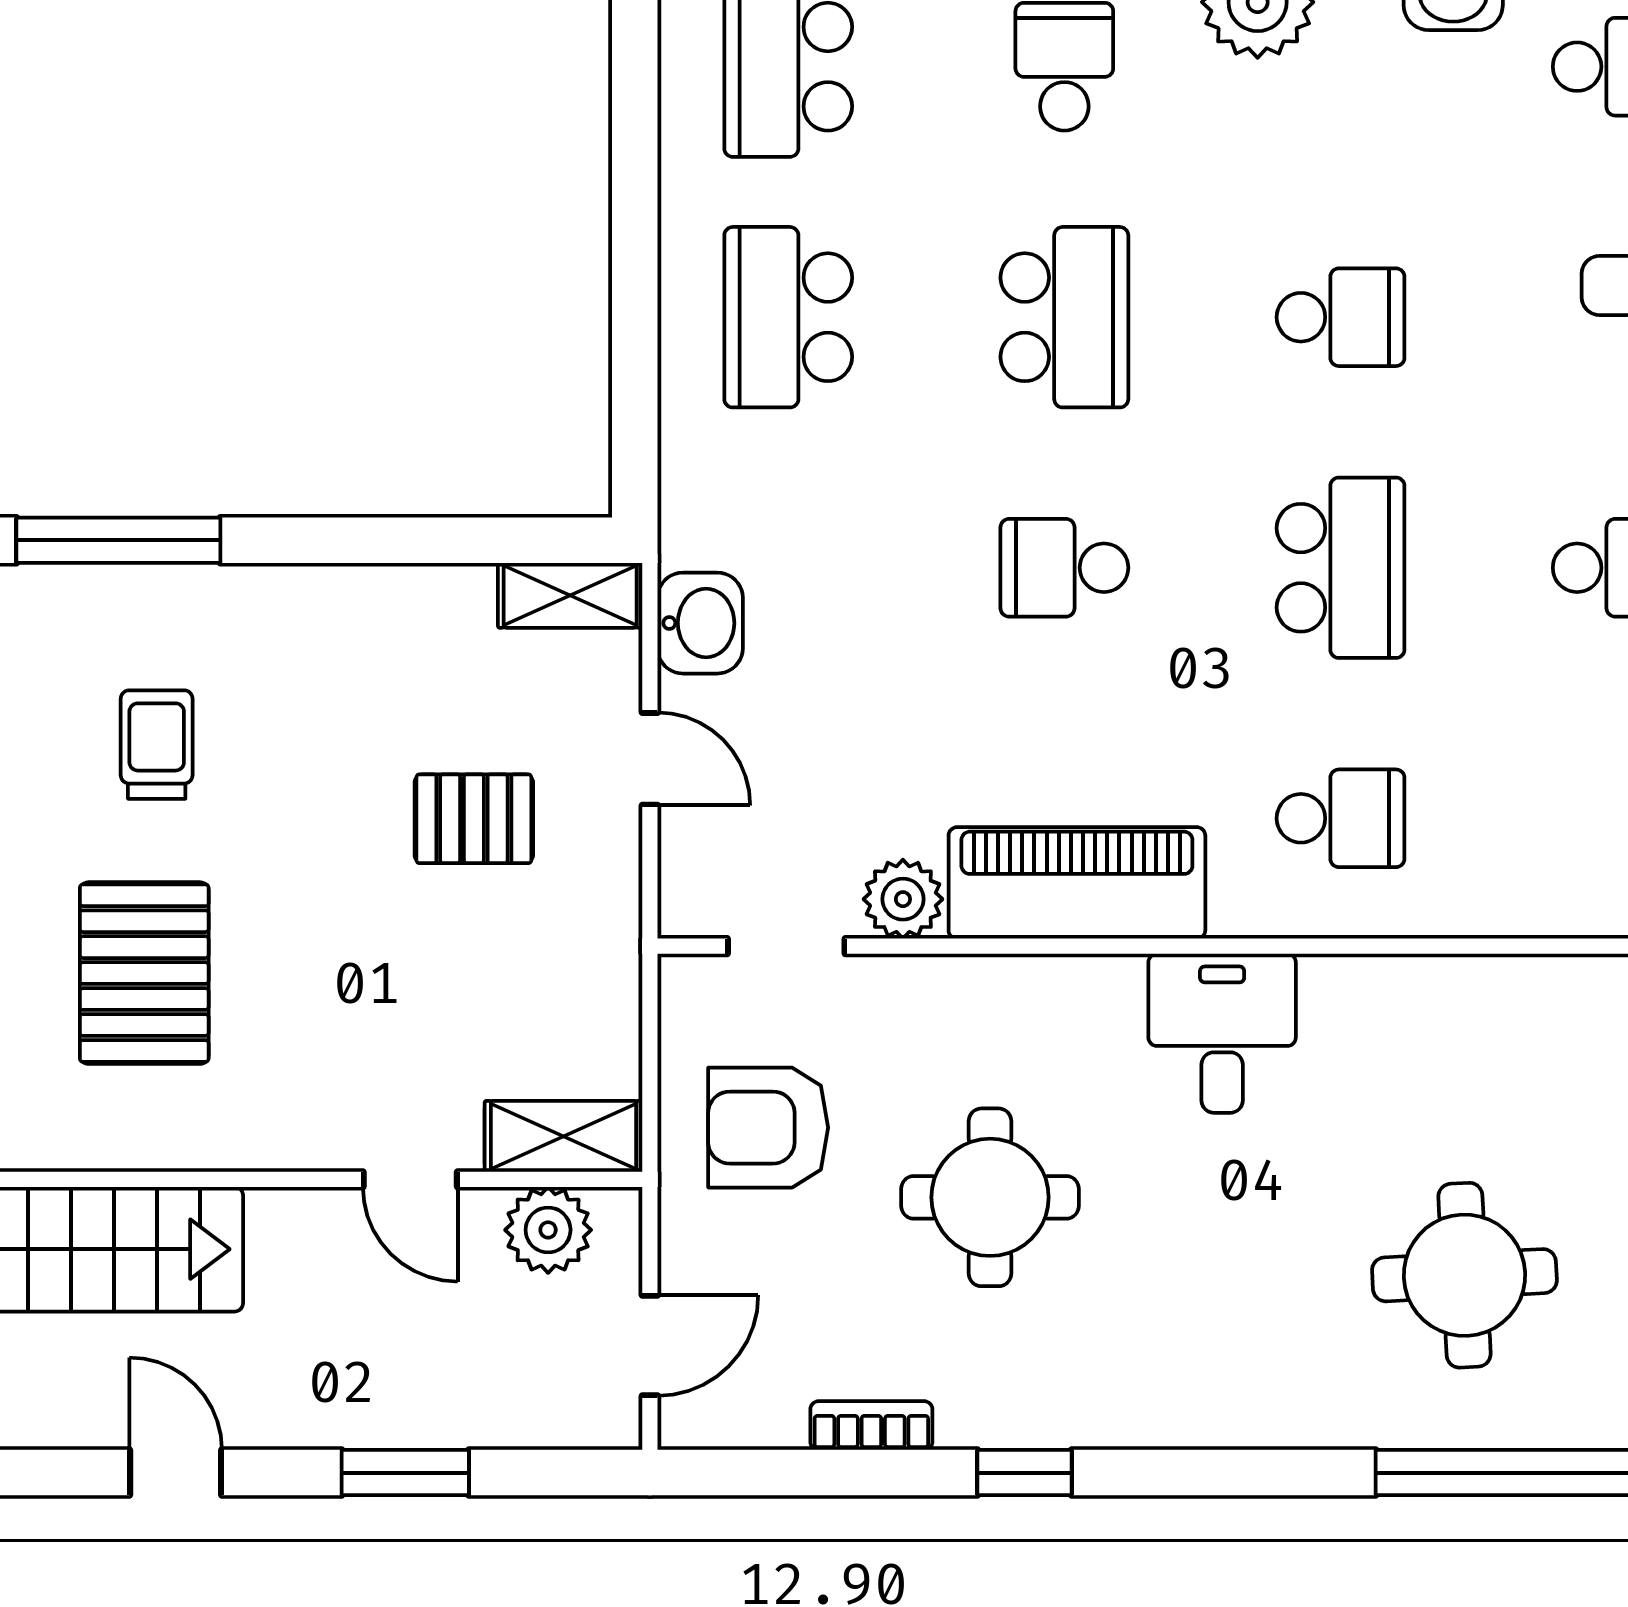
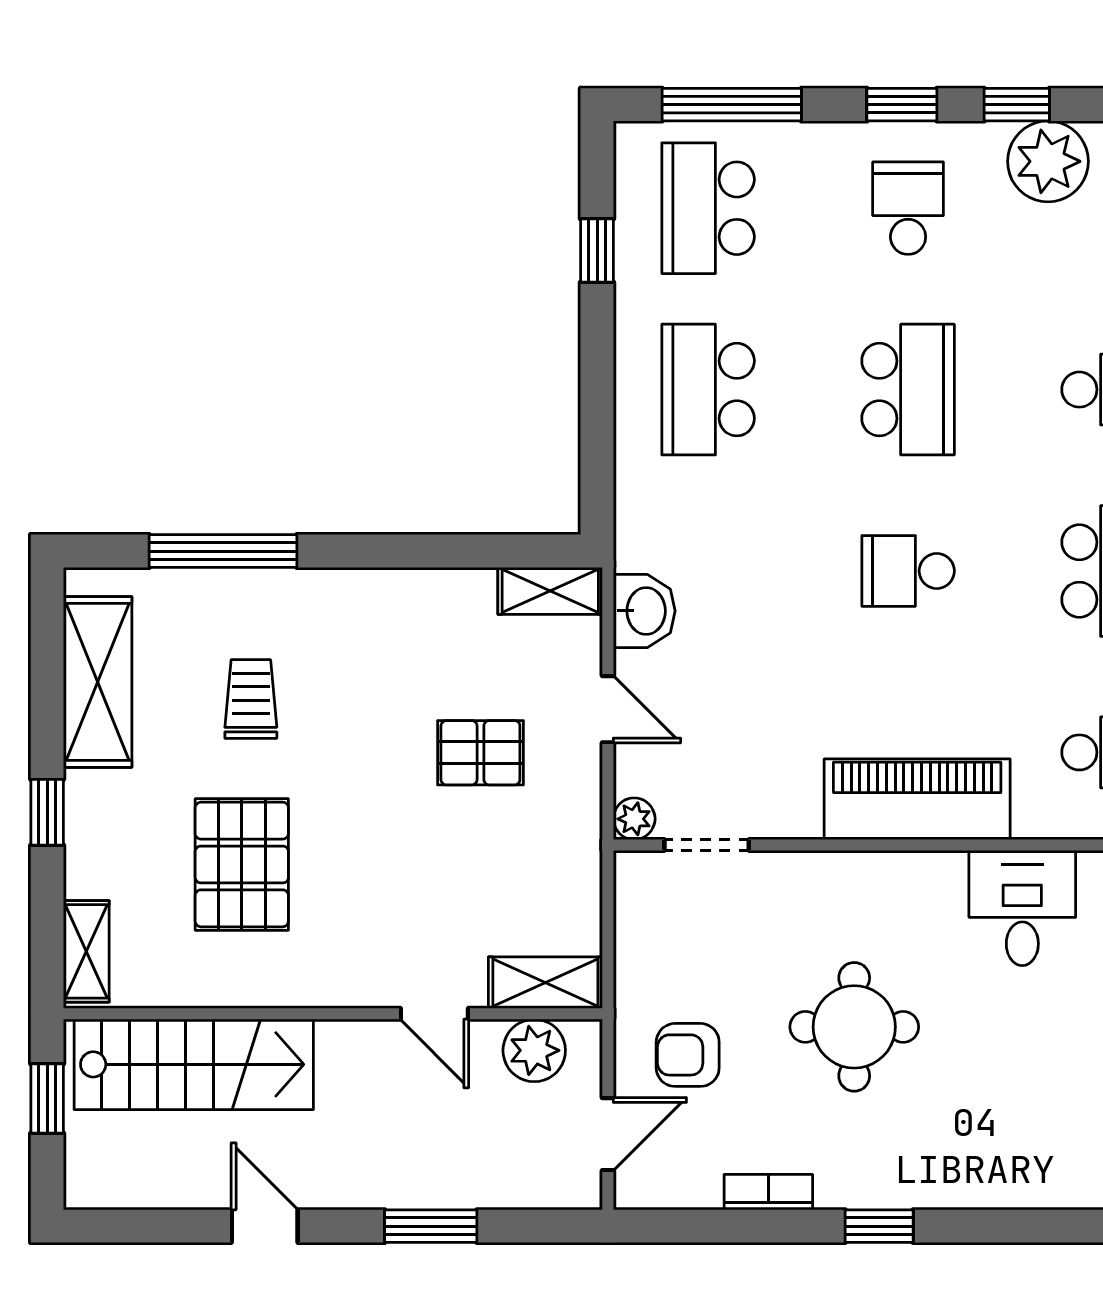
window: (635, 125) -> (597, 251), added
plant: (903, 899) -> (634, 819), moved, width x0.73, depth x0.73
armchair: (768, 1128) -> (688, 1055), moved, width x0.72, depth x0.72

